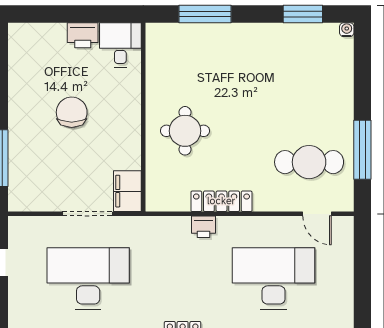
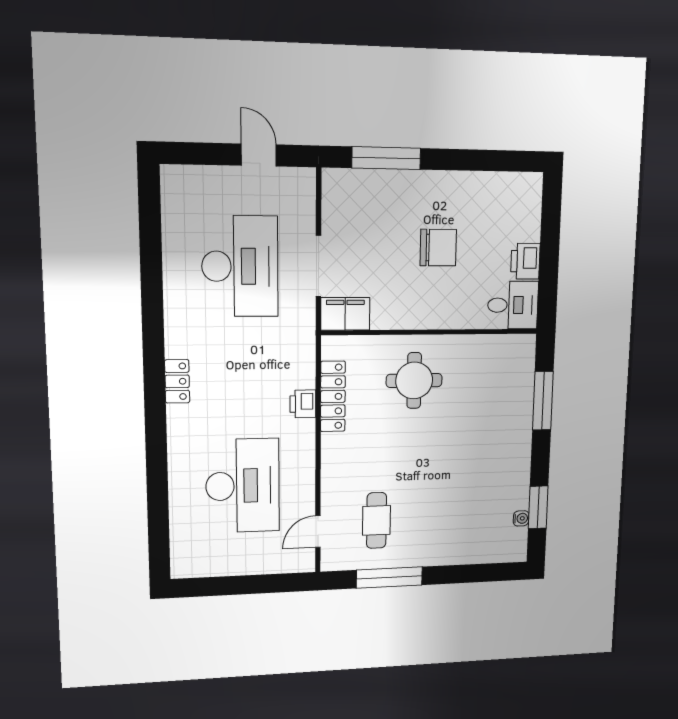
water cooler: (347, 30) -> (521, 518), moved
cafe table: (309, 162) -> (377, 520), width x0.73, depth x0.74
locker: (221, 201) -> (333, 396), moved

